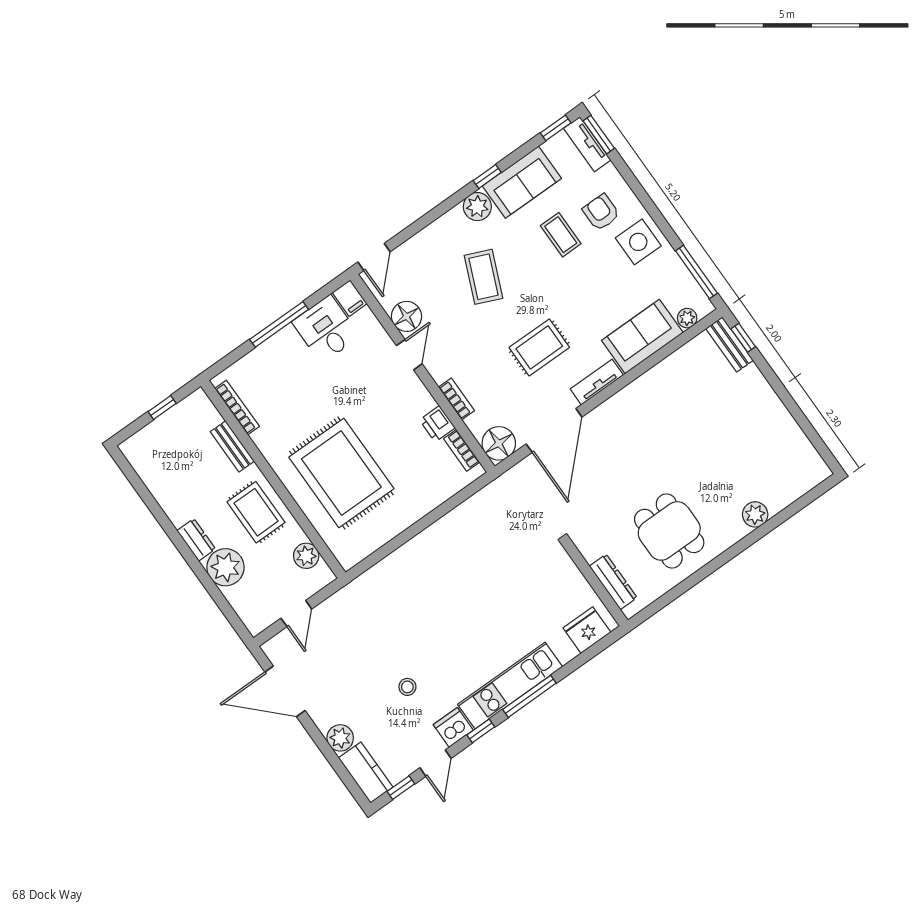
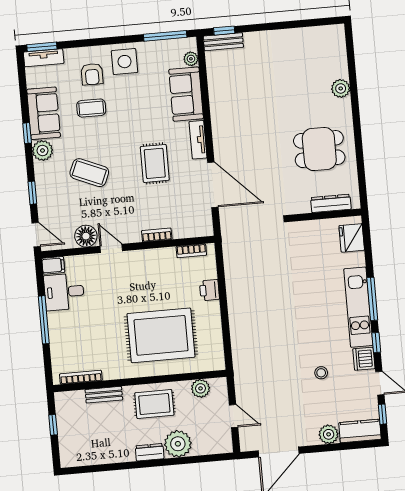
window: (556, 128) -> (32, 193), moved
armchair: (601, 212) -> (92, 74), turned -90
printer: (437, 424) -> (210, 290), moved, turned 90
floor lamp: (499, 443) -> (201, 225), removed

